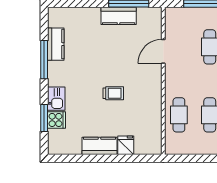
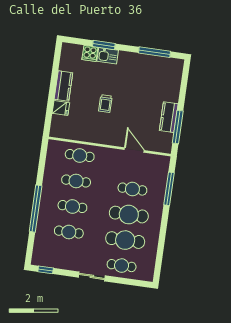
kitchen counter: (56, 44) -> (153, 62), removed
window: (44, 60) -> (155, 52), moved
window: (44, 118) -> (104, 45), moved

